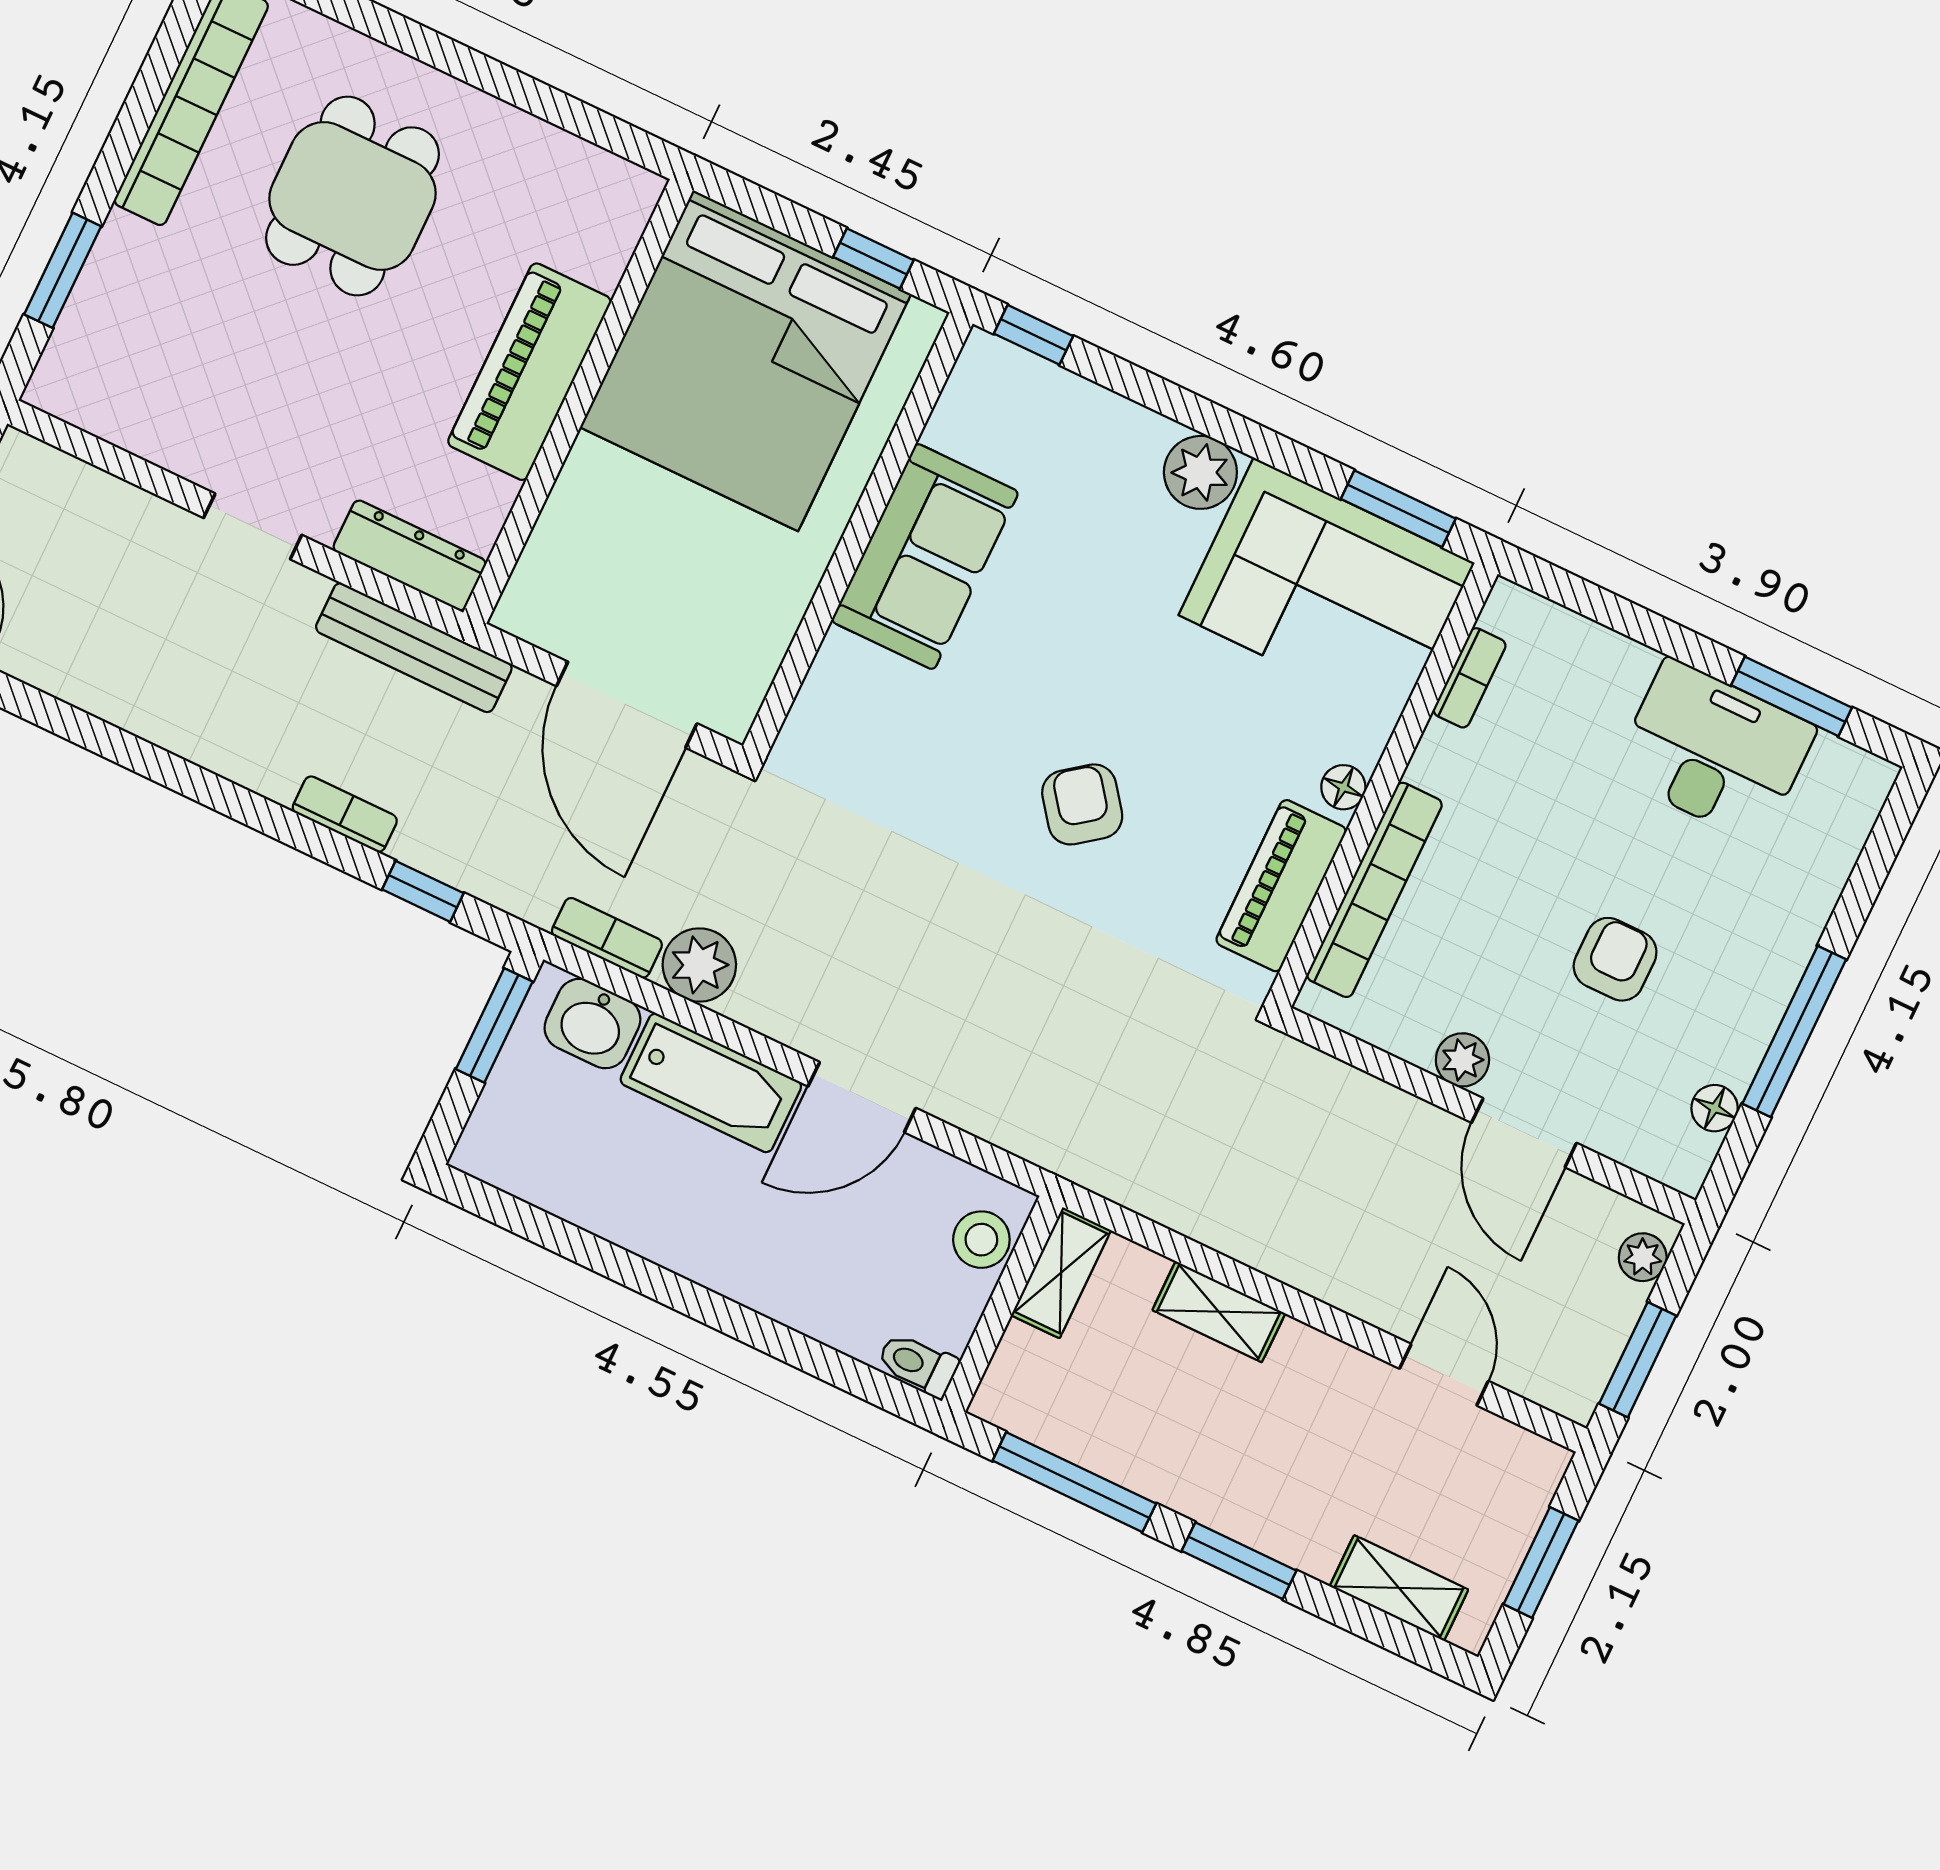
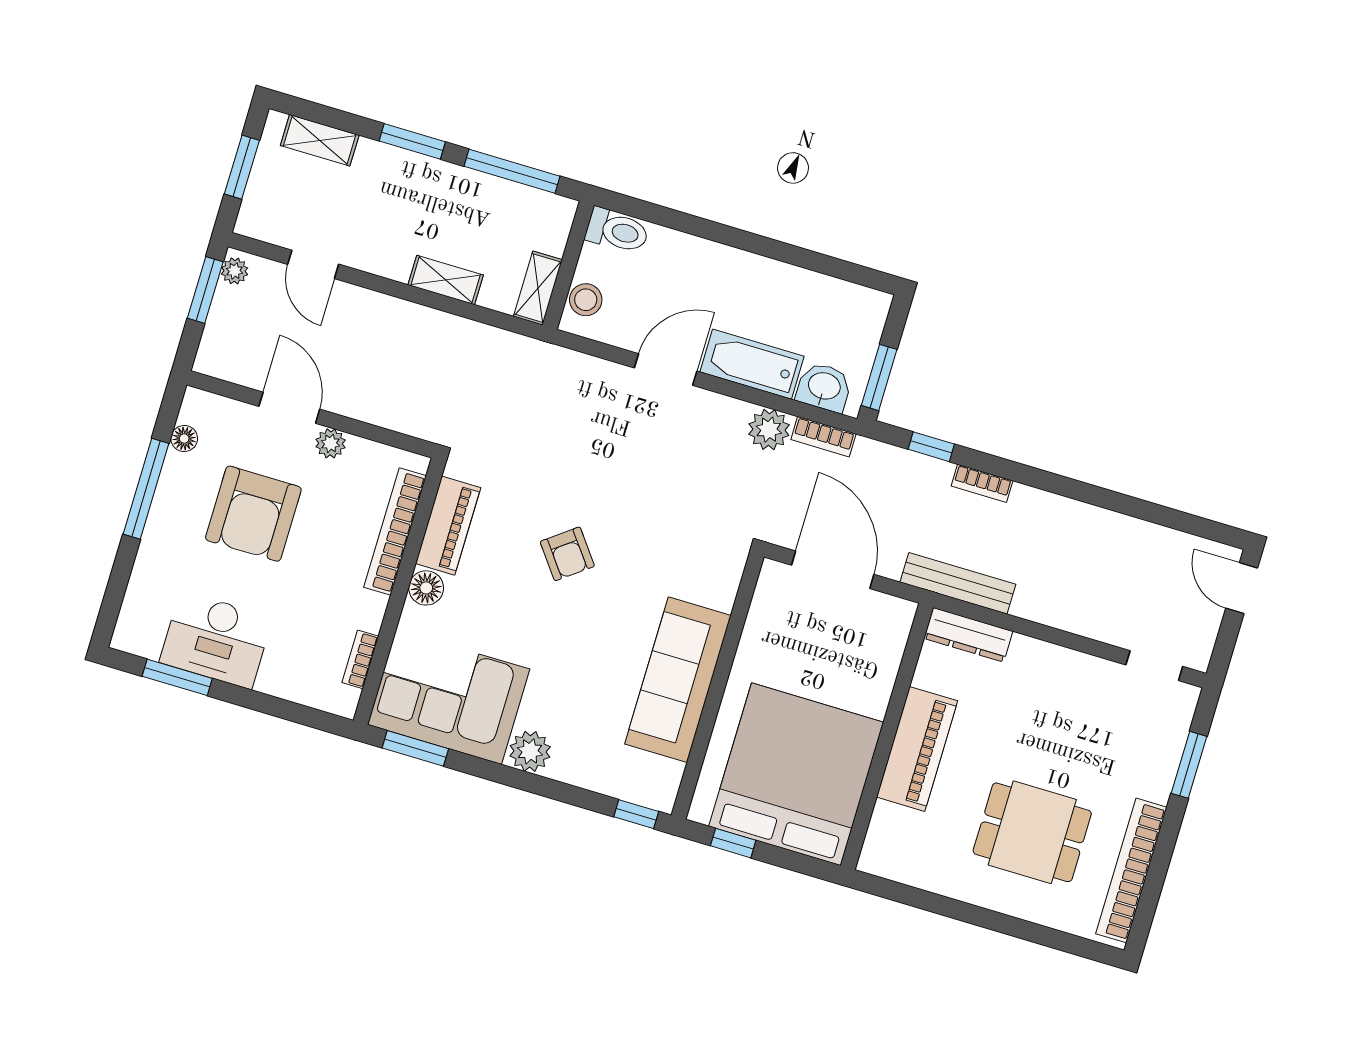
dining table: (353, 196) -> (1032, 832), turned 90
doorway: (253, 526) -> (1154, 666), moved
sofa: (925, 557) -> (678, 680), width x1.36
floor lamp: (1343, 787) -> (426, 588), width x1.37, depth x1.37
armchair: (1615, 959) -> (253, 514), width x1.88, depth x1.88
plant: (1643, 1257) -> (235, 271), moved
toilet: (918, 1364) -> (617, 231), width x1.37, depth x1.39

